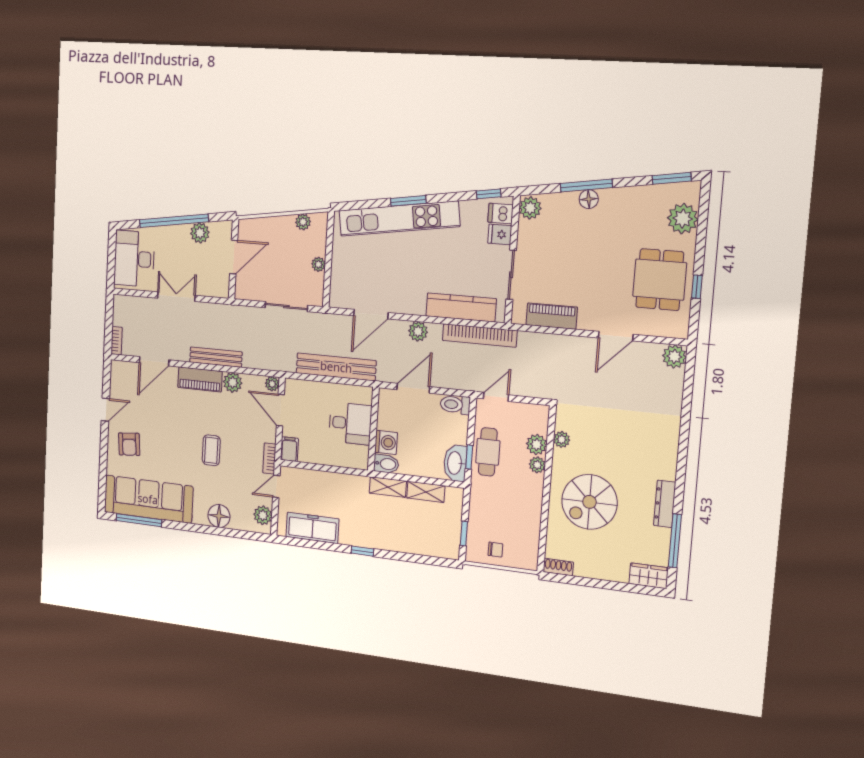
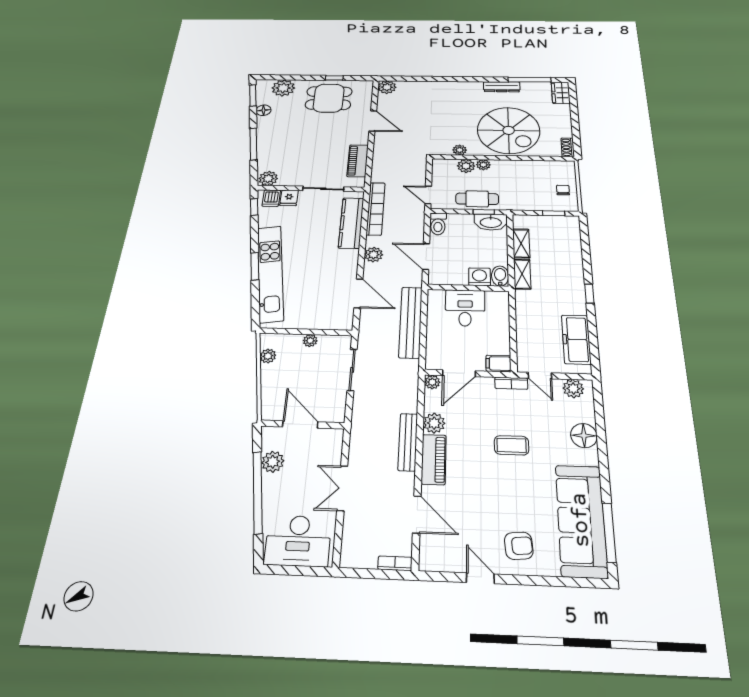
floor lamp: (589, 199) -> (263, 110), moved
spiral stairs: (589, 502) -> (509, 130), width x1.37, depth x1.37

